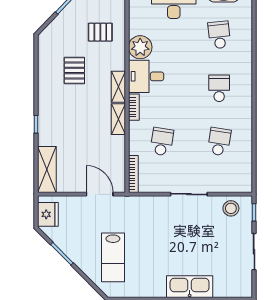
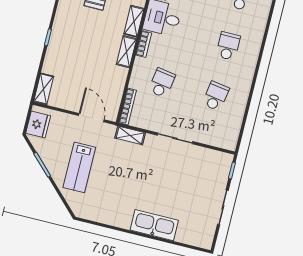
shelving: (47, 169) -> (44, 89), width x0.67, depth x0.75
shelving: (143, 202) -> (130, 135), added
stool: (231, 208) -> (211, 161), removed
lab bench: (113, 257) -> (79, 167), moved

